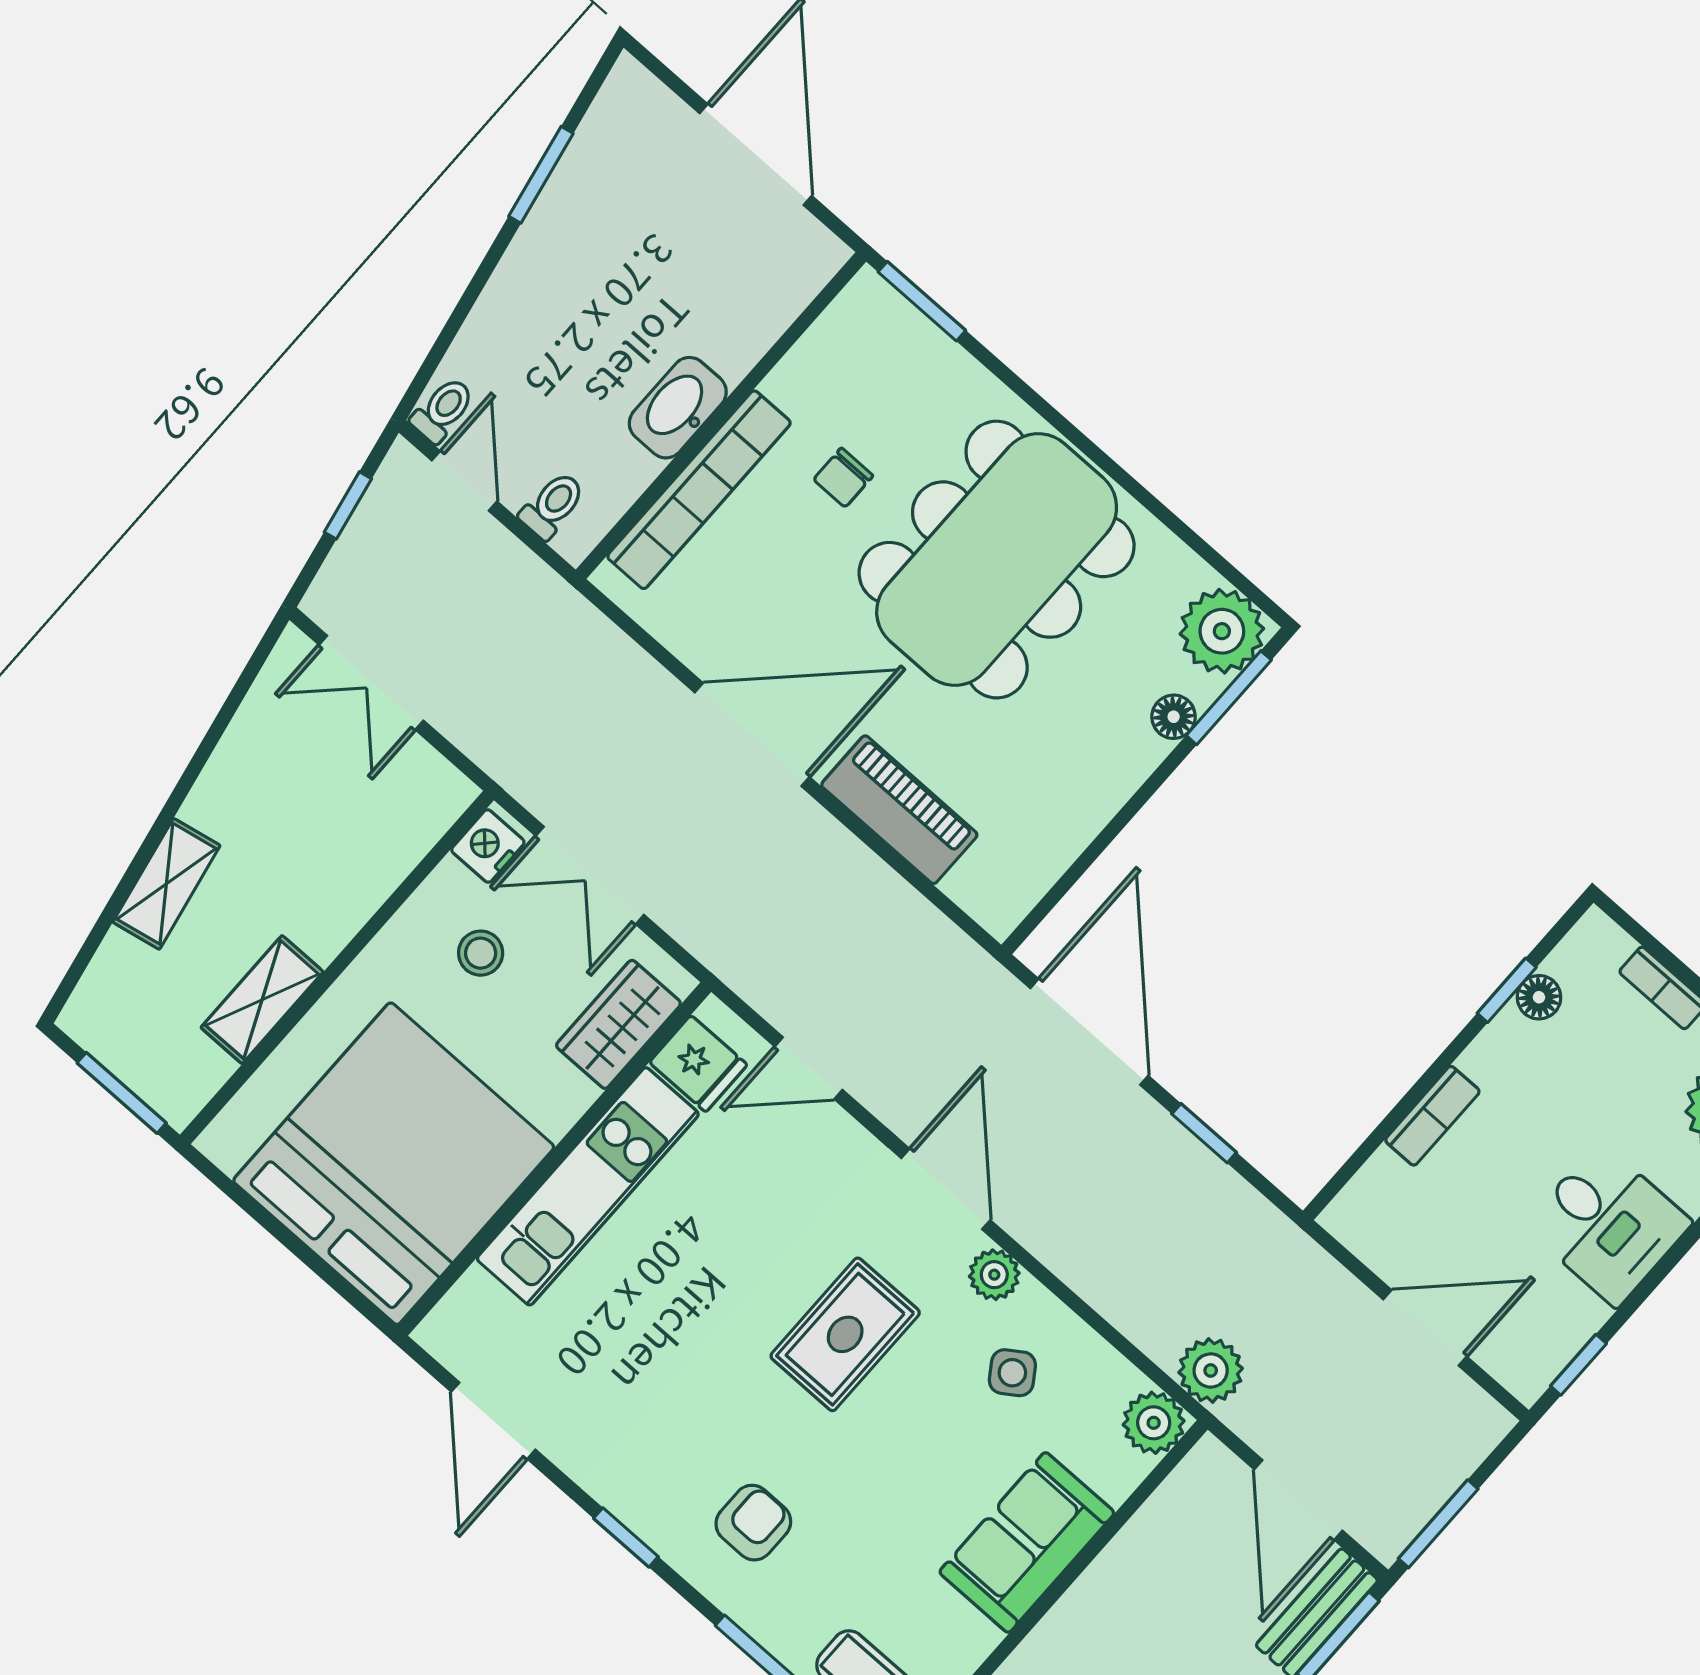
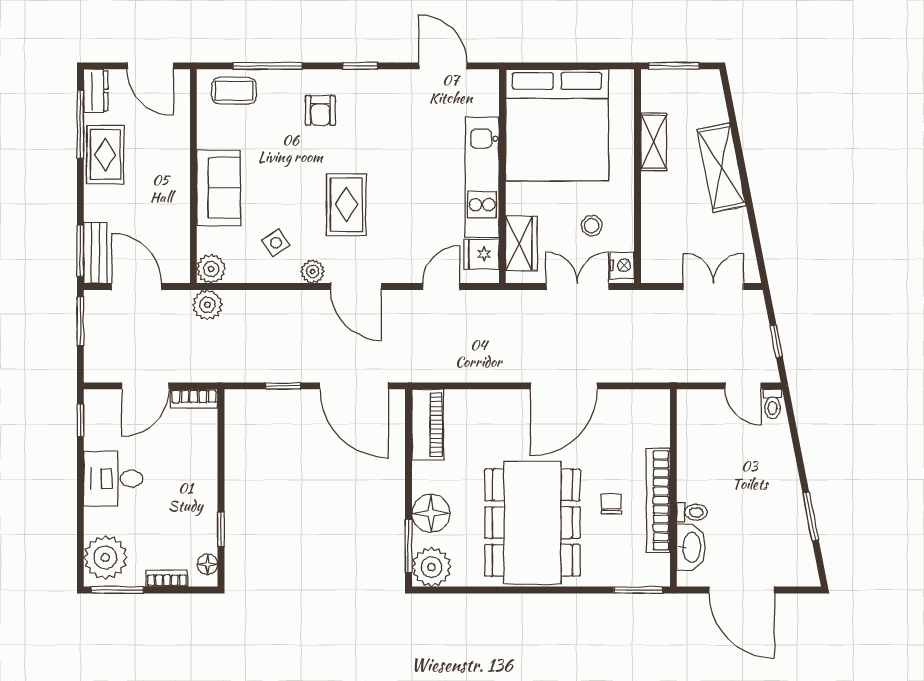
washbasin: (678, 408) -> (691, 547), moved
bookcase: (699, 490) -> (658, 500), moved
toilet: (552, 505) -> (692, 512), moved, turned -90
floor lamp: (1174, 717) -> (431, 513), width x1.89, depth x1.89
piano: (899, 810) -> (428, 425), moved, turned -90
shelving: (166, 884) -> (722, 168), width x1.50, depth x1.33
floor lamp: (1539, 997) -> (208, 564), moved
bookcase: (1432, 1116) -> (194, 399), moved, turned -90

